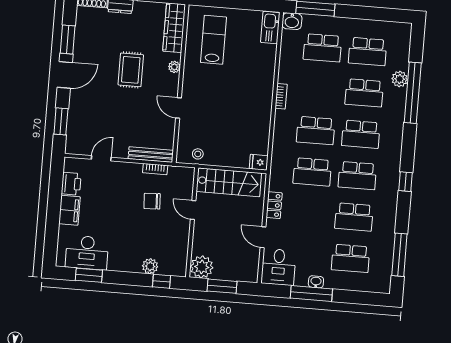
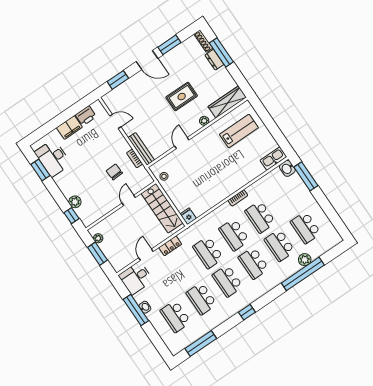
school desk: (322, 48) -> (260, 217), moved
plant: (202, 267) -> (98, 238), width x0.53, depth x0.53

